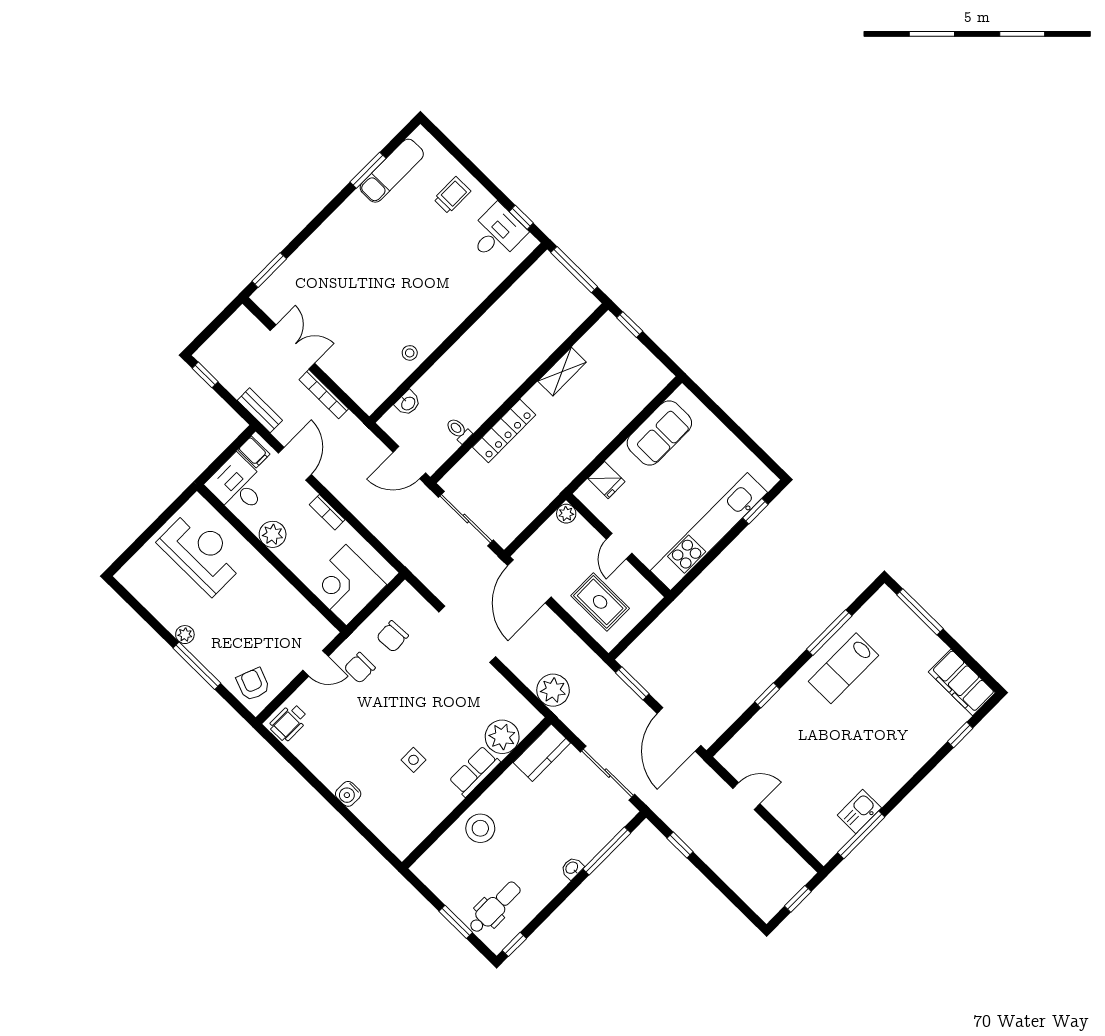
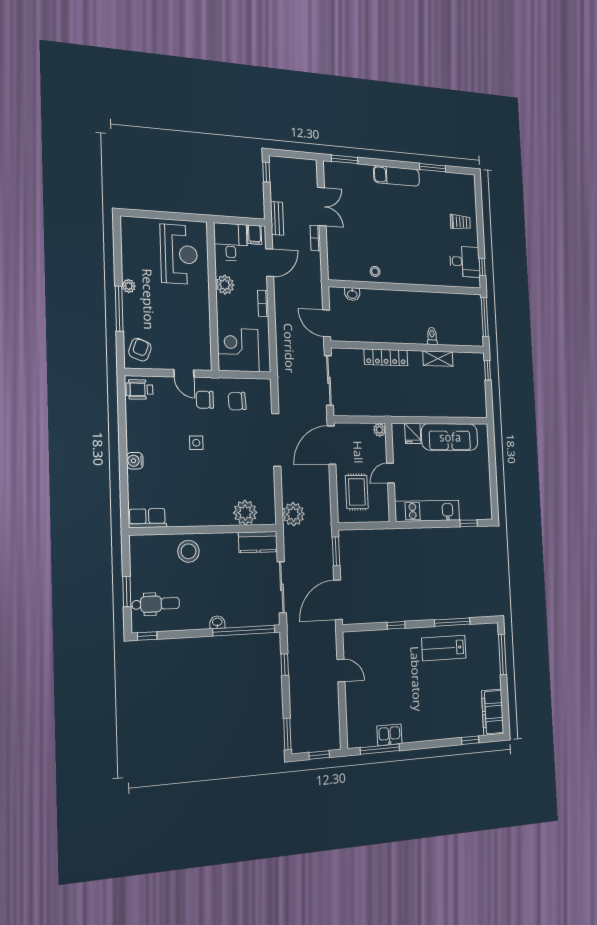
exam couch: (392, 171) -> (397, 176), moved
bookcase: (324, 394) -> (315, 238), width x0.64
toilet: (458, 430) -> (432, 336), moved
sofa: (659, 433) -> (450, 437), width x1.36
kitchen unit: (709, 531) -> (427, 511), width x0.73
side table: (413, 760) -> (196, 443), moved
row of seats: (475, 771) -> (147, 518), moved
window: (607, 851) -> (244, 631), width x1.46
window: (744, 909) -> (287, 734), added

